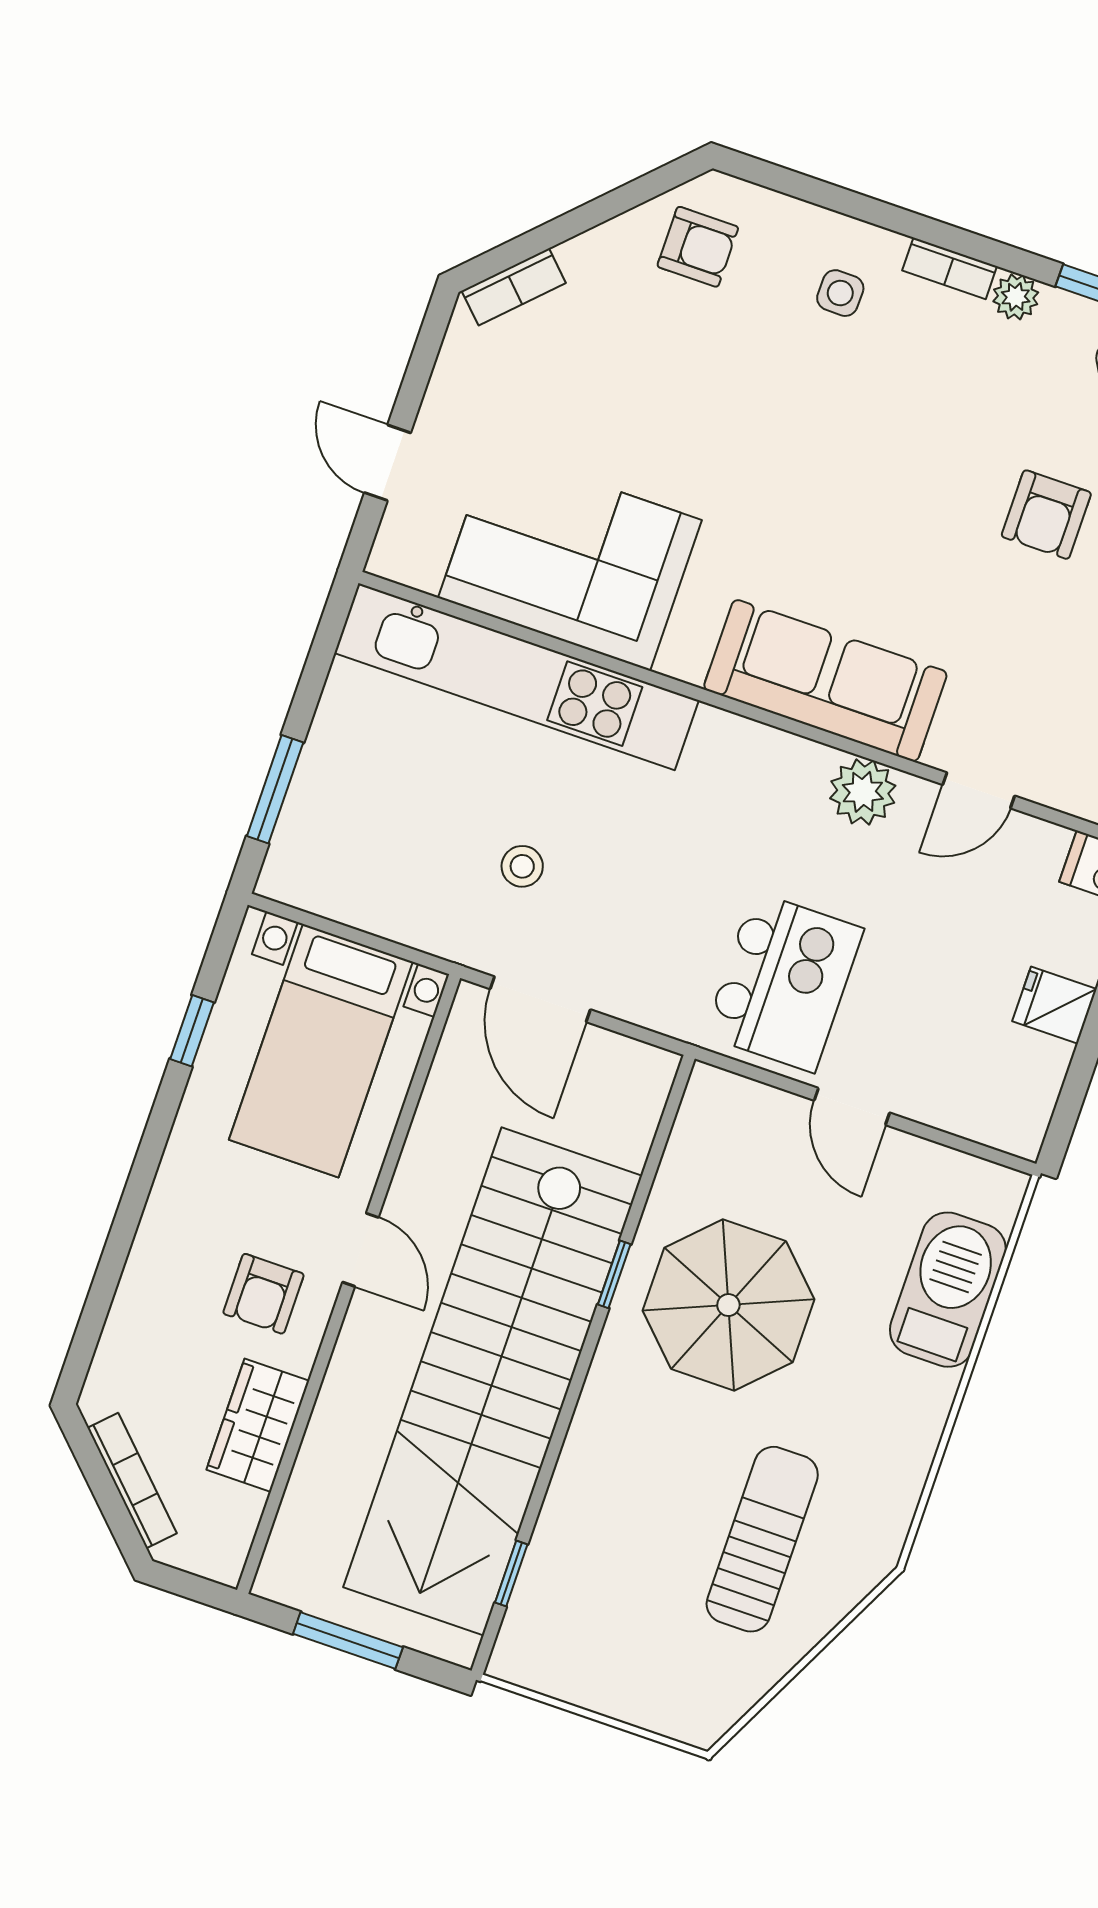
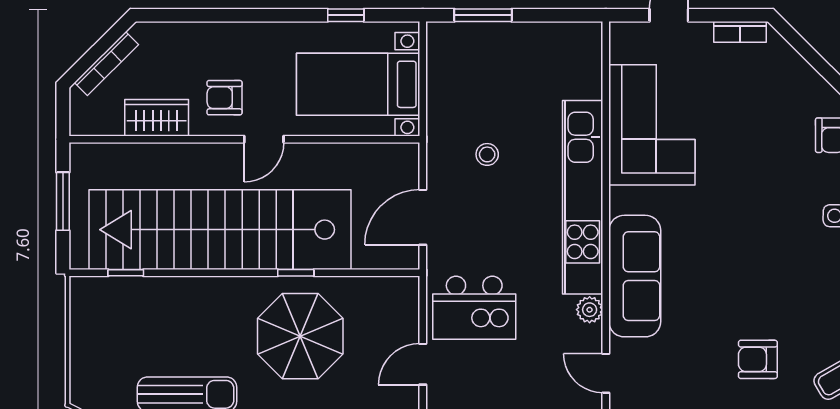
bookcase: (514, 287) -> (740, 32), moved, turned -45
kitchen unit: (516, 677) -> (583, 197), moved
plant: (863, 792) -> (590, 310), width x0.73, depth x0.73
door: (540, 999) -> (423, 217), moved

